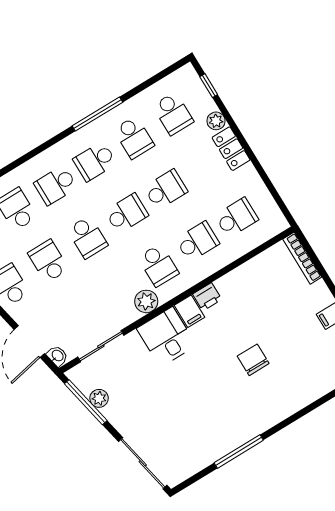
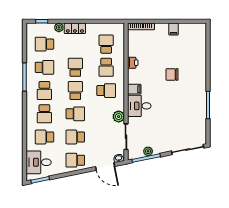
school desk: (173, 114) -> (44, 44), turned 180
school desk: (197, 241) -> (106, 67), turned 180
printer: (207, 297) -> (133, 63), moved
plant: (146, 301) -> (119, 117), moved

